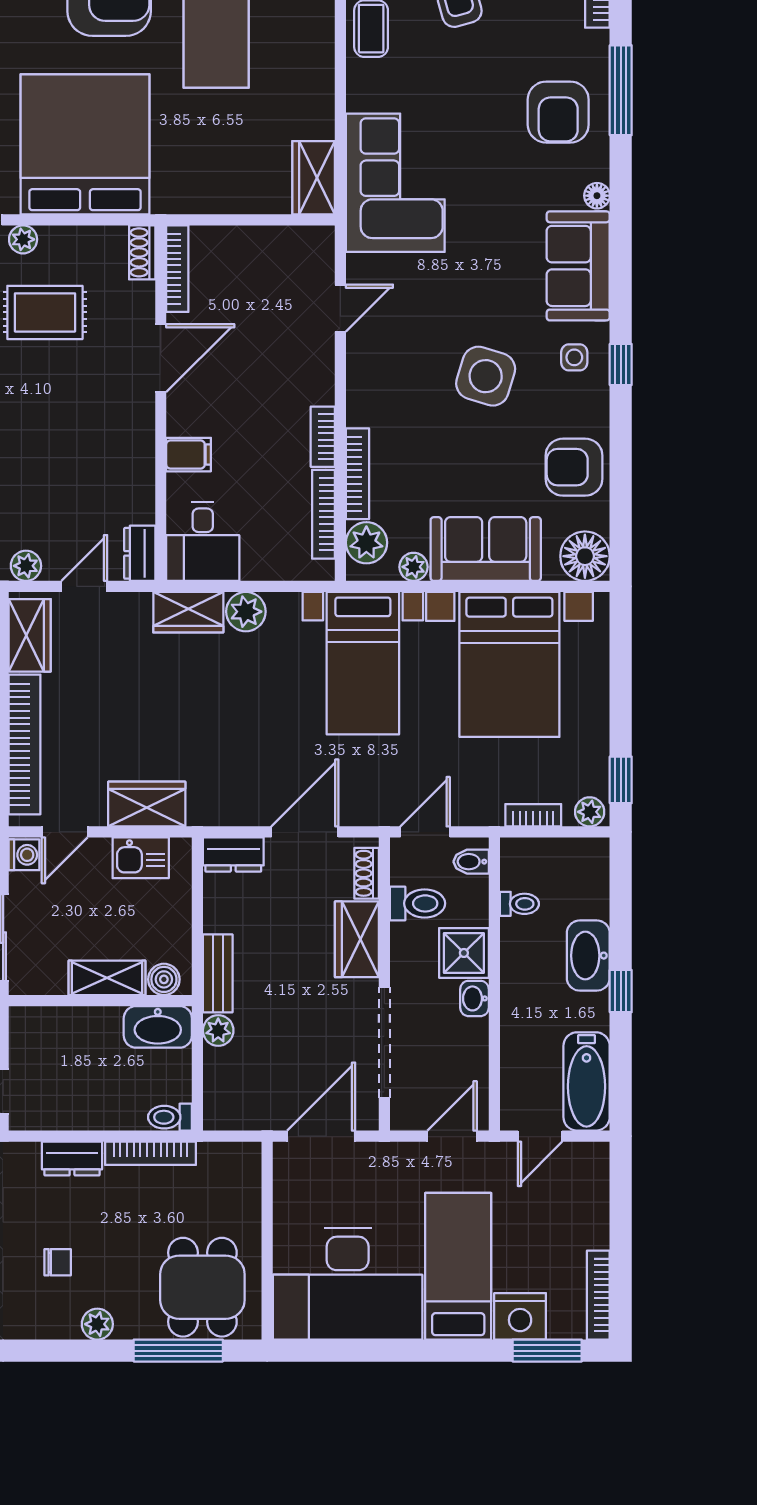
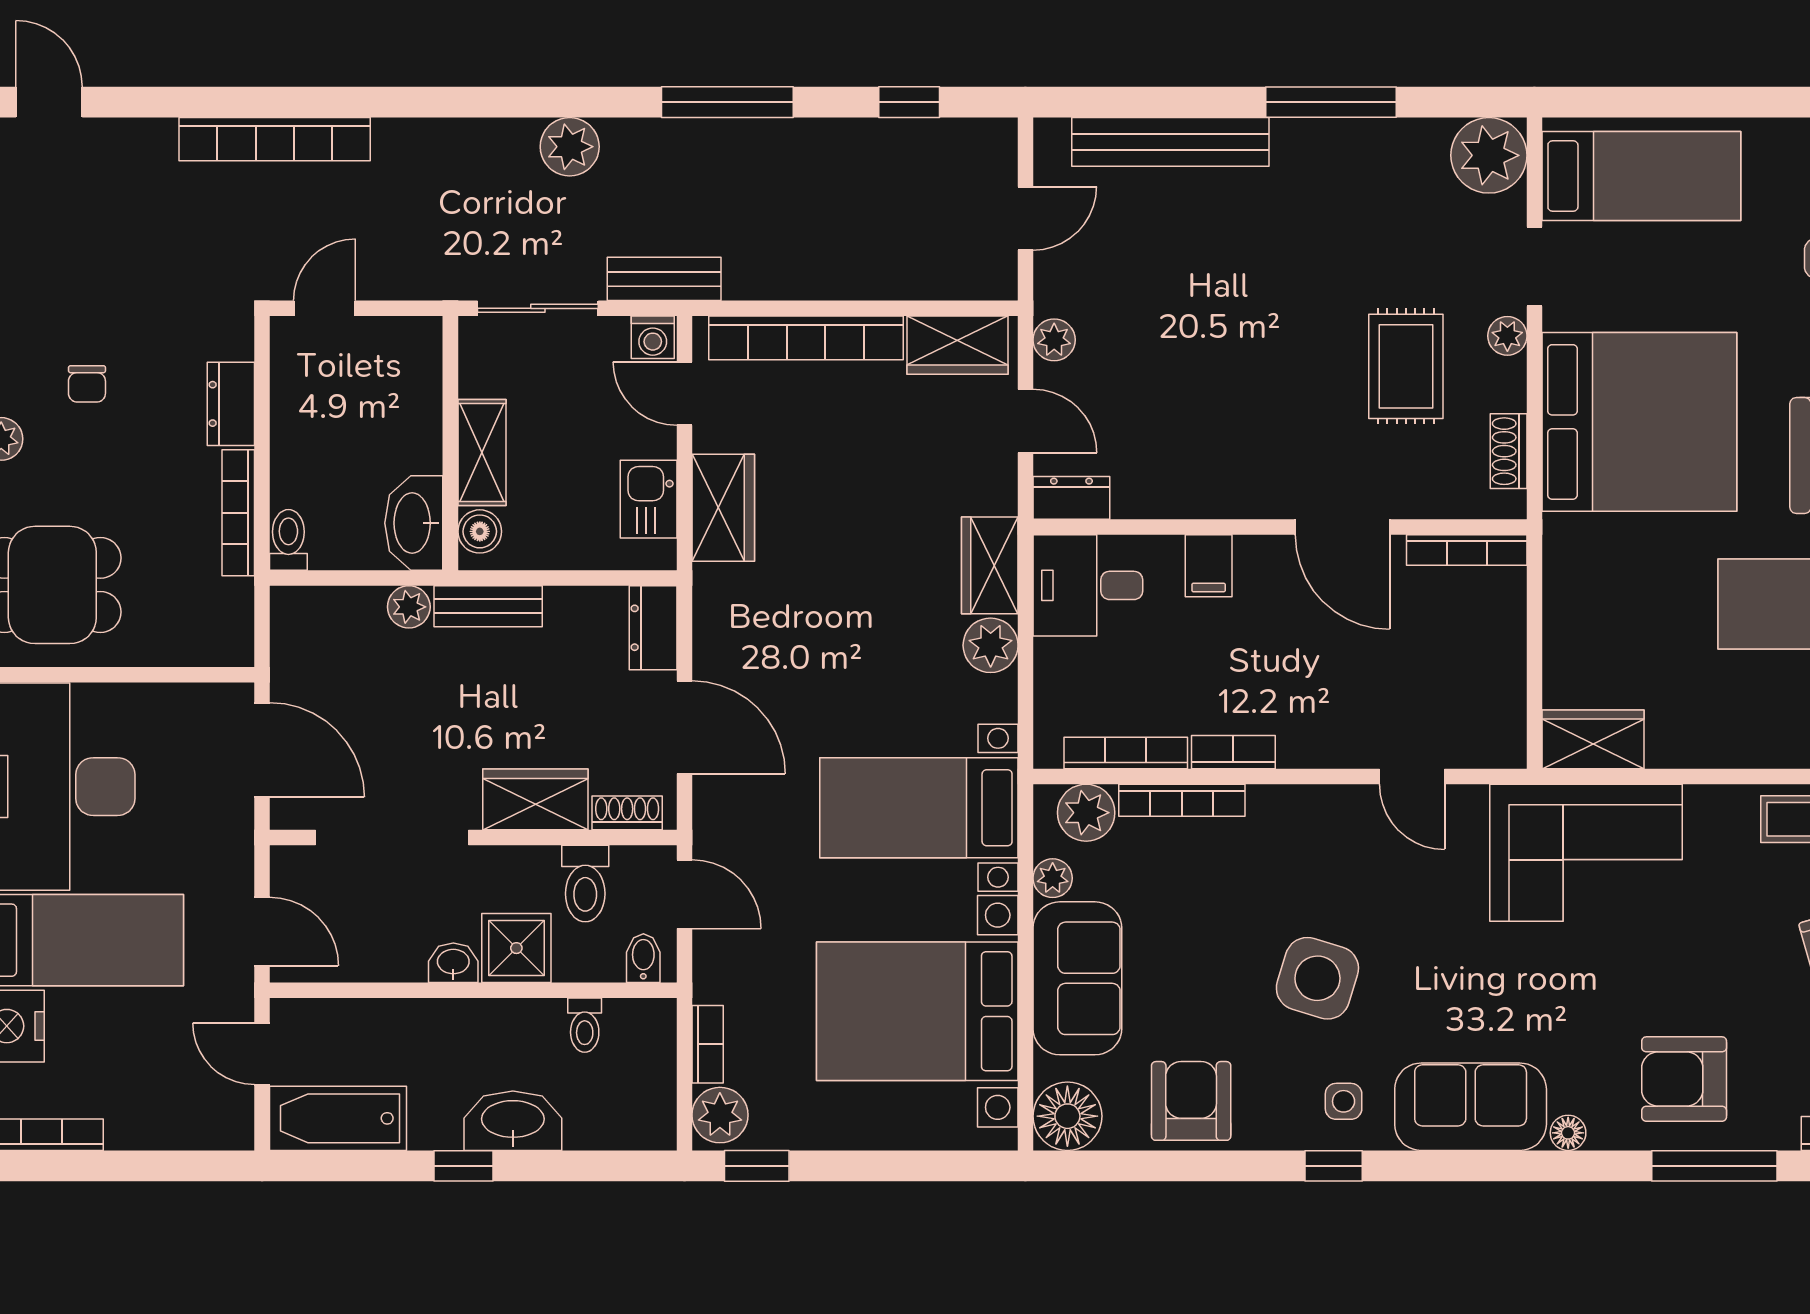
shoe rack: (142, 252) -> (1509, 451), moved, turned -90
plant: (590, 812) -> (720, 1115), width x1.38, depth x1.38

